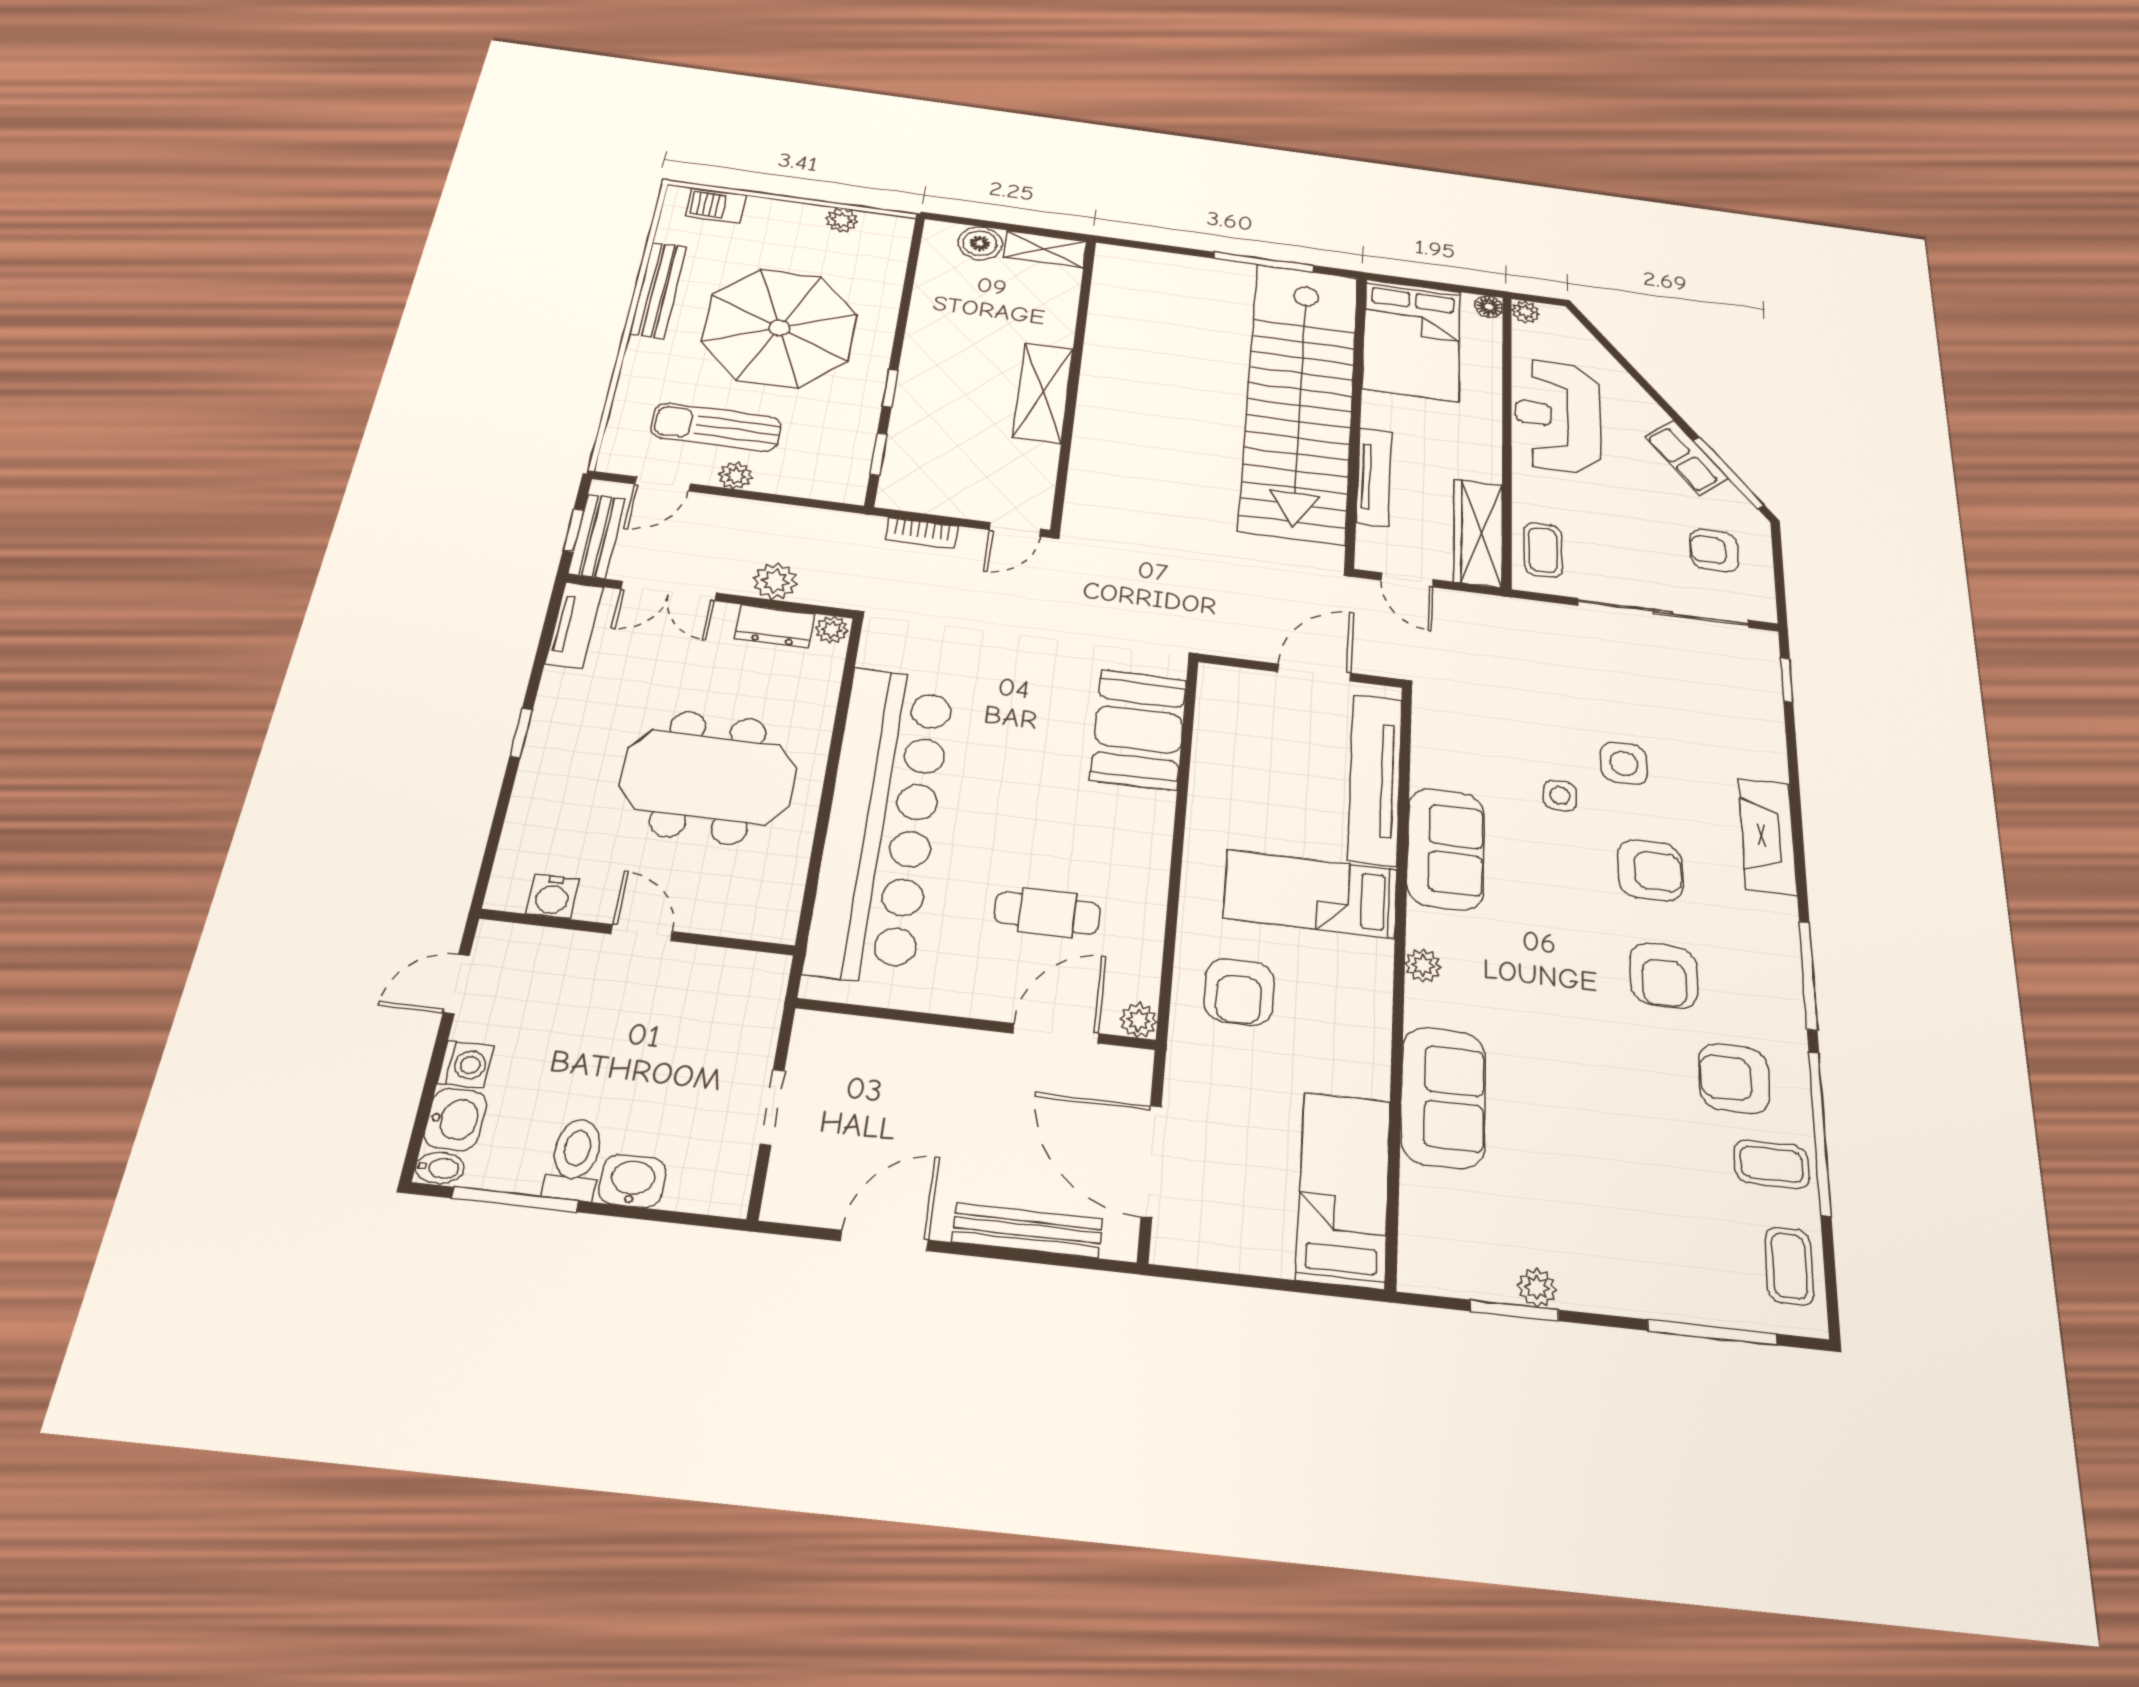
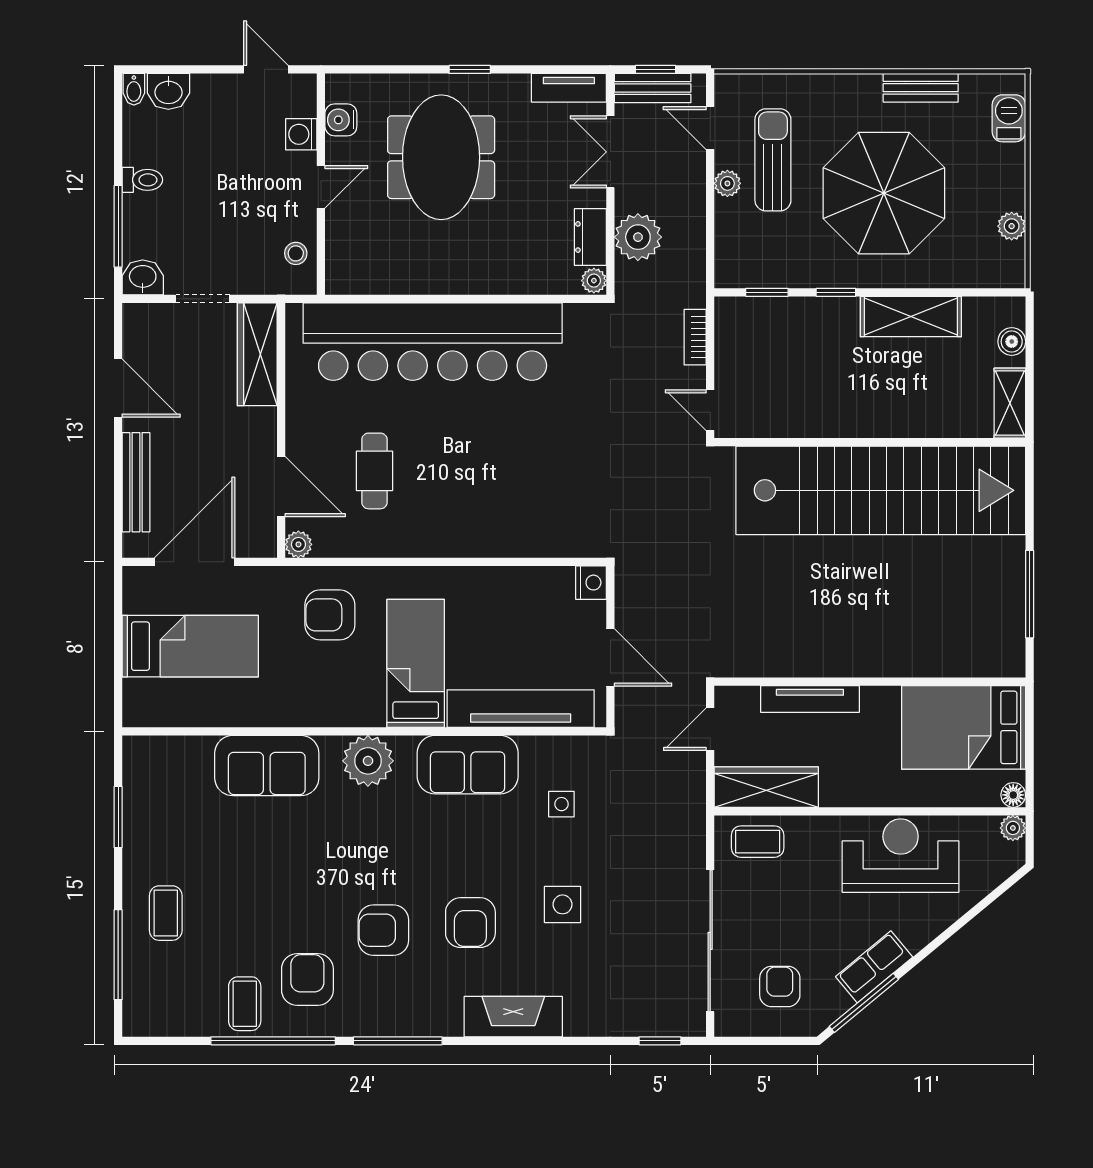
boiler: (980, 243) -> (1012, 342), width x0.73, depth x0.73
bench: (658, 290) -> (921, 88), width x0.73
shelving: (1043, 393) -> (911, 317), moved
stairs: (1300, 400) -> (881, 490), moved, turned 180
plant: (775, 581) -> (638, 237), width x1.36, depth x1.36
nightstand: (1218, 681) -> (591, 583), added
booth: (1139, 730) -> (539, 524), removed
meeting table: (708, 777) -> (441, 157), moved
side table: (1560, 795) -> (561, 804), moved
plant: (1423, 966) -> (368, 761), width x1.88, depth x1.88
stool: (729, 976) -> (296, 253), added
wardrobe: (864, 1043) -> (257, 354), added
washing machine: (466, 1065) -> (301, 134), moved, turned 90
toilet: (575, 1159) -> (142, 180), width x0.73, depth x0.72
washbasin: (632, 1181) -> (143, 277), moved, turned -90
bed: (1344, 1189) -> (190, 646), moved
window: (515, 1200) -> (118, 226), moved
coffee table: (1789, 1266) -> (166, 913), moved, turned 90
plant: (1537, 1288) -> (136, 833), removed

